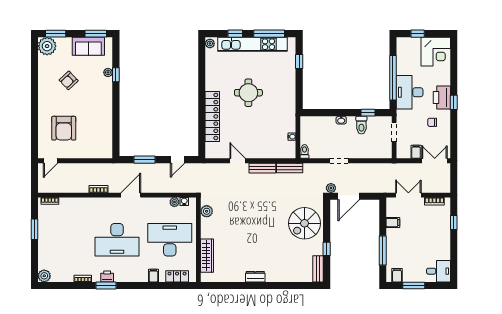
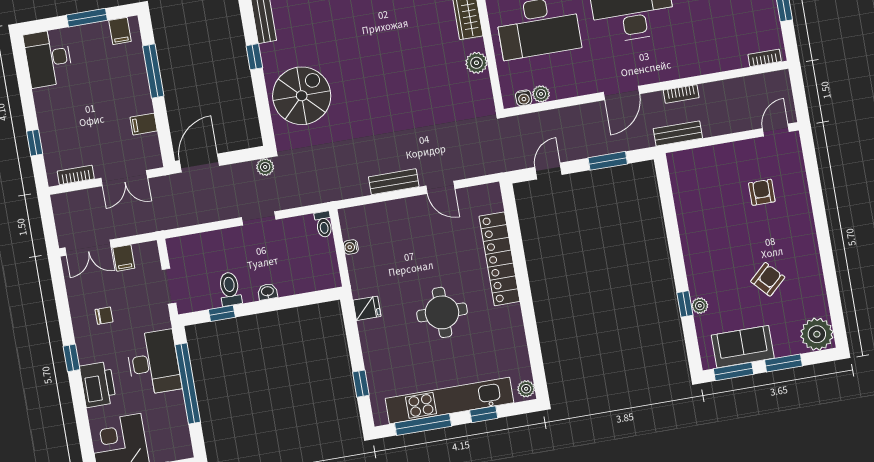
window: (56, 34) -> (784, 363), moved
printer: (442, 98) -> (98, 384), moved
fridge: (289, 102) -> (367, 308), added
armchair: (64, 128) -> (762, 192), width x0.53, depth x0.53
bench: (290, 168) -> (678, 133), moved
door: (349, 196) -> (199, 163), moved
plant: (207, 211) -> (476, 63), moved
desk: (438, 271) -> (48, 58), width x1.37

